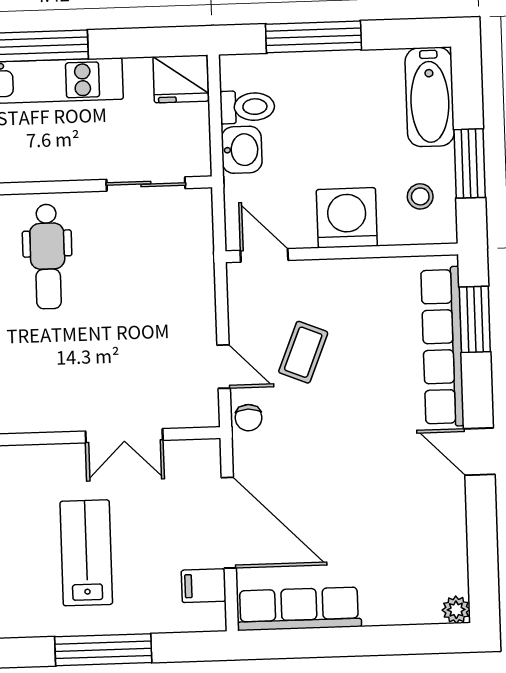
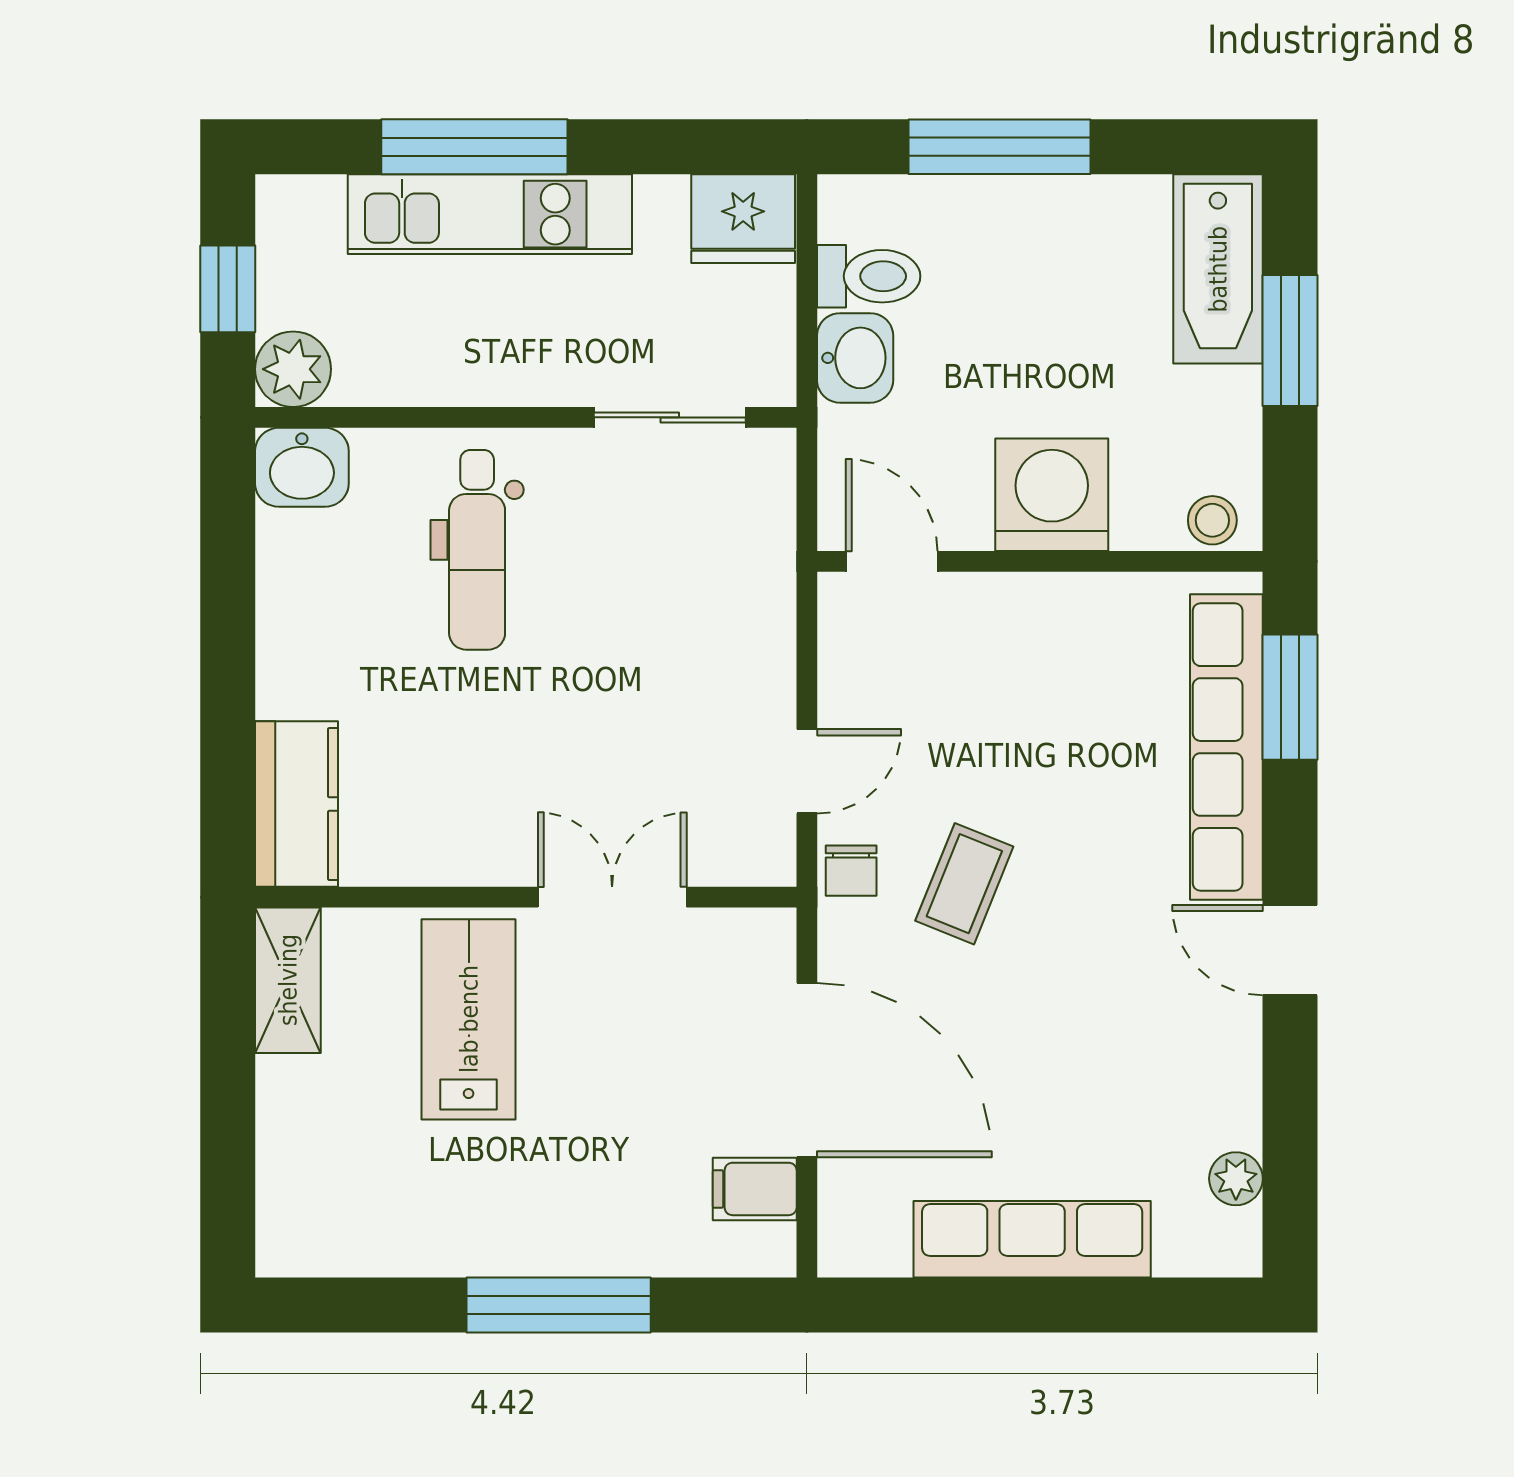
window: (470, 163) -> (1290, 341), moved
stool: (420, 196) -> (1212, 520), moved
coffee table: (303, 352) -> (964, 884), moved
door: (224, 367) -> (807, 771), hinge flipped
double door: (124, 436) -> (612, 897), swing flipped
lab bench: (86, 553) -> (469, 1019), moved
row of seats: (299, 609) -> (1032, 1239), moved
plant: (456, 610) -> (1236, 1179), moved

